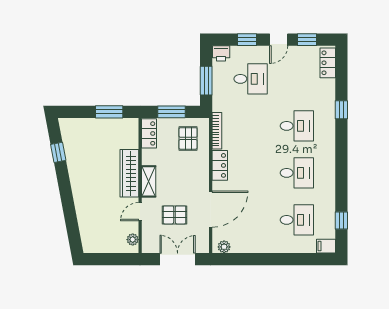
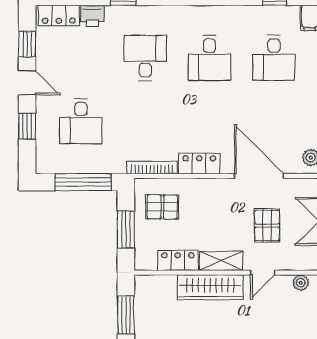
printer: (221, 53) -> (92, 16), moved, turned 90
desk: (251, 79) -> (81, 121), turned 180
window: (206, 81) -> (83, 182), width x1.44
locker: (149, 133) -> (178, 260), moved
desk: (297, 173) -> (210, 58), turned 180
door: (140, 212) -> (263, 273), hinge flipped
desk: (297, 220) -> (274, 58), turned 180

